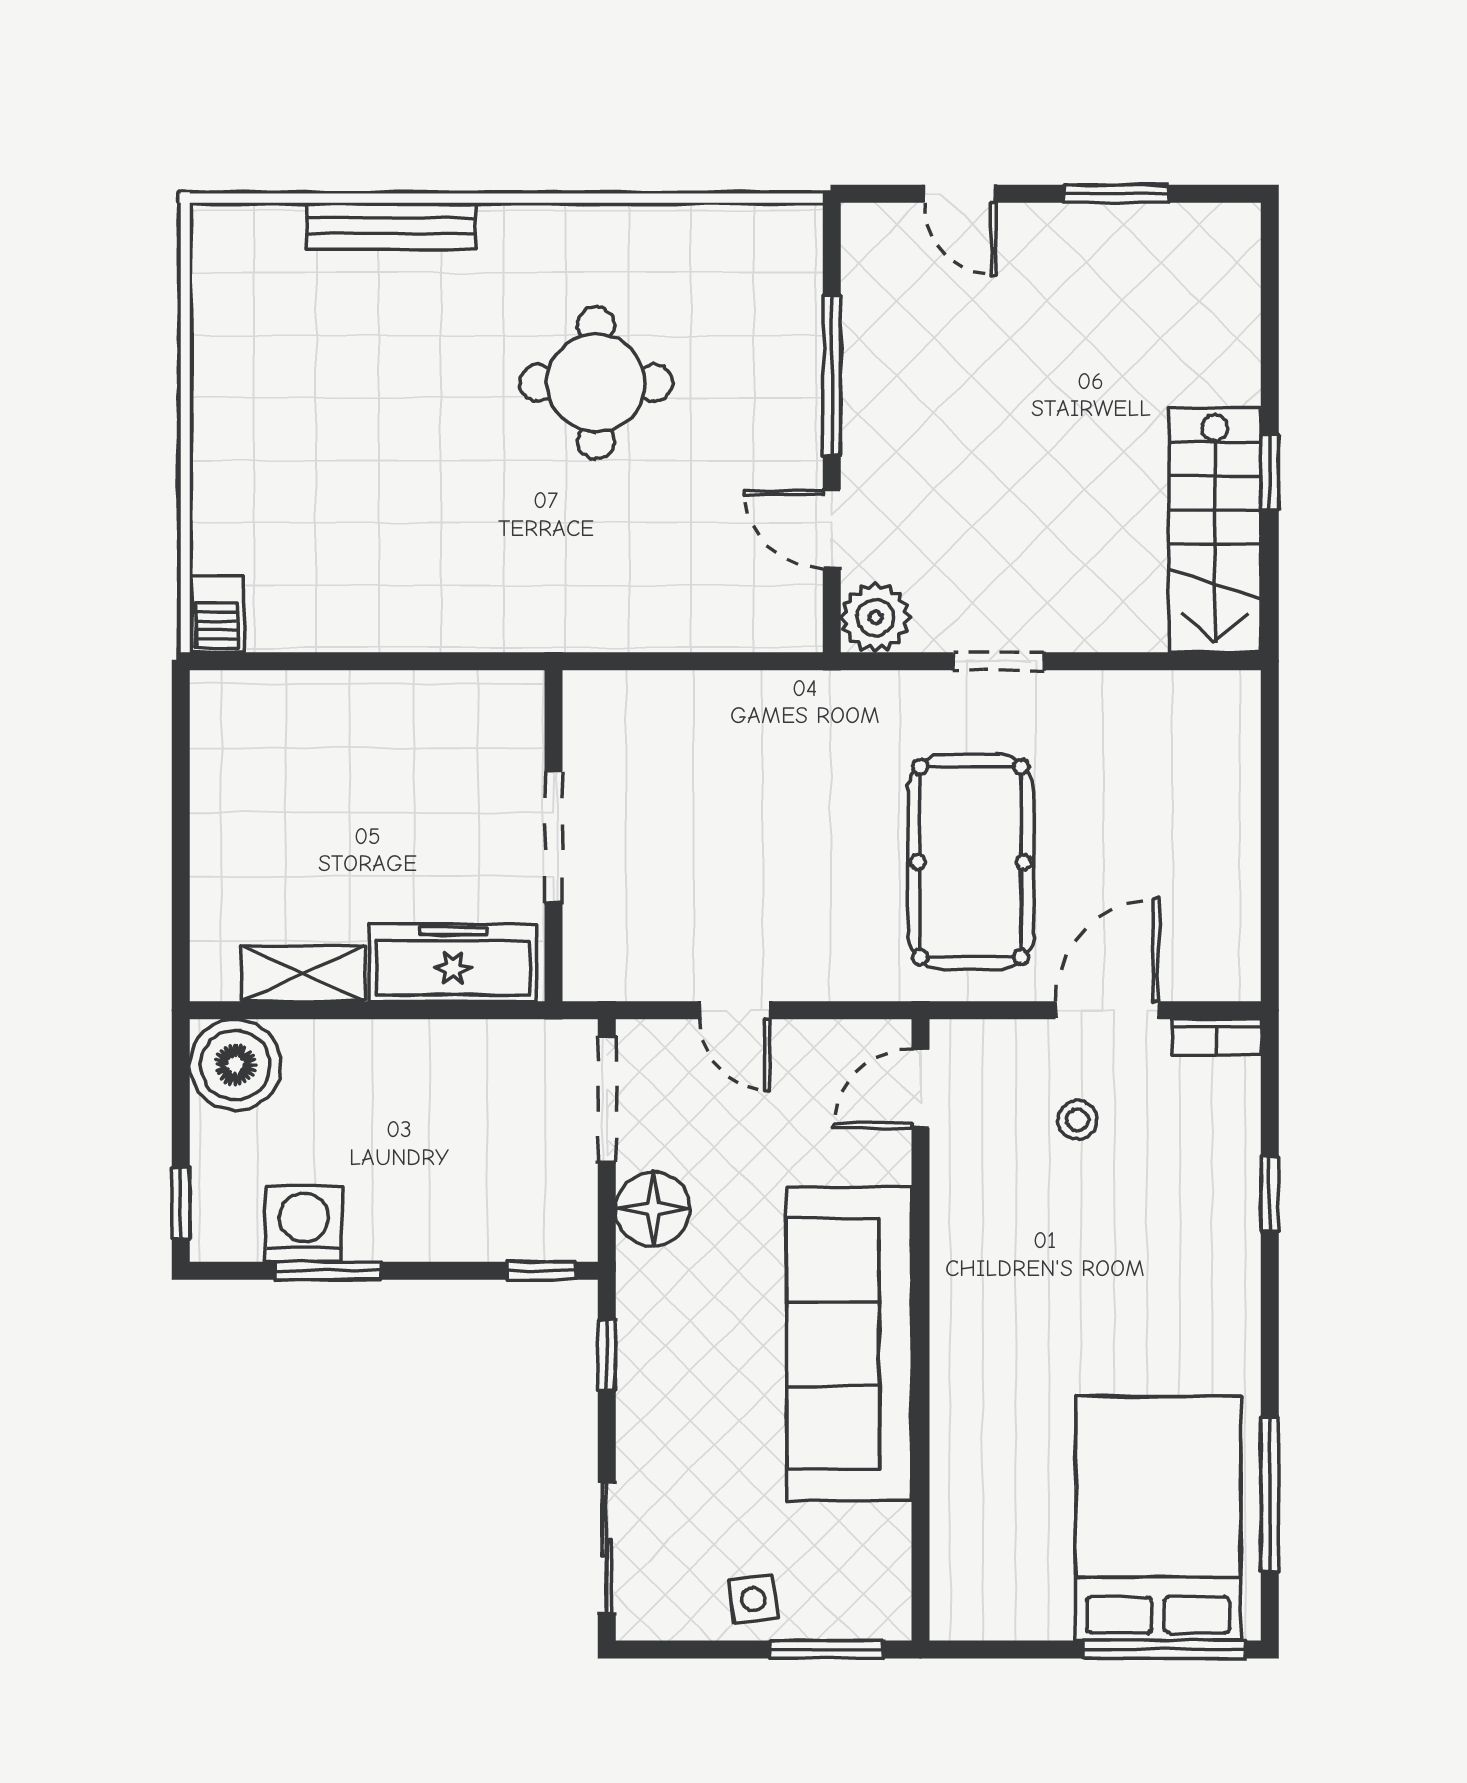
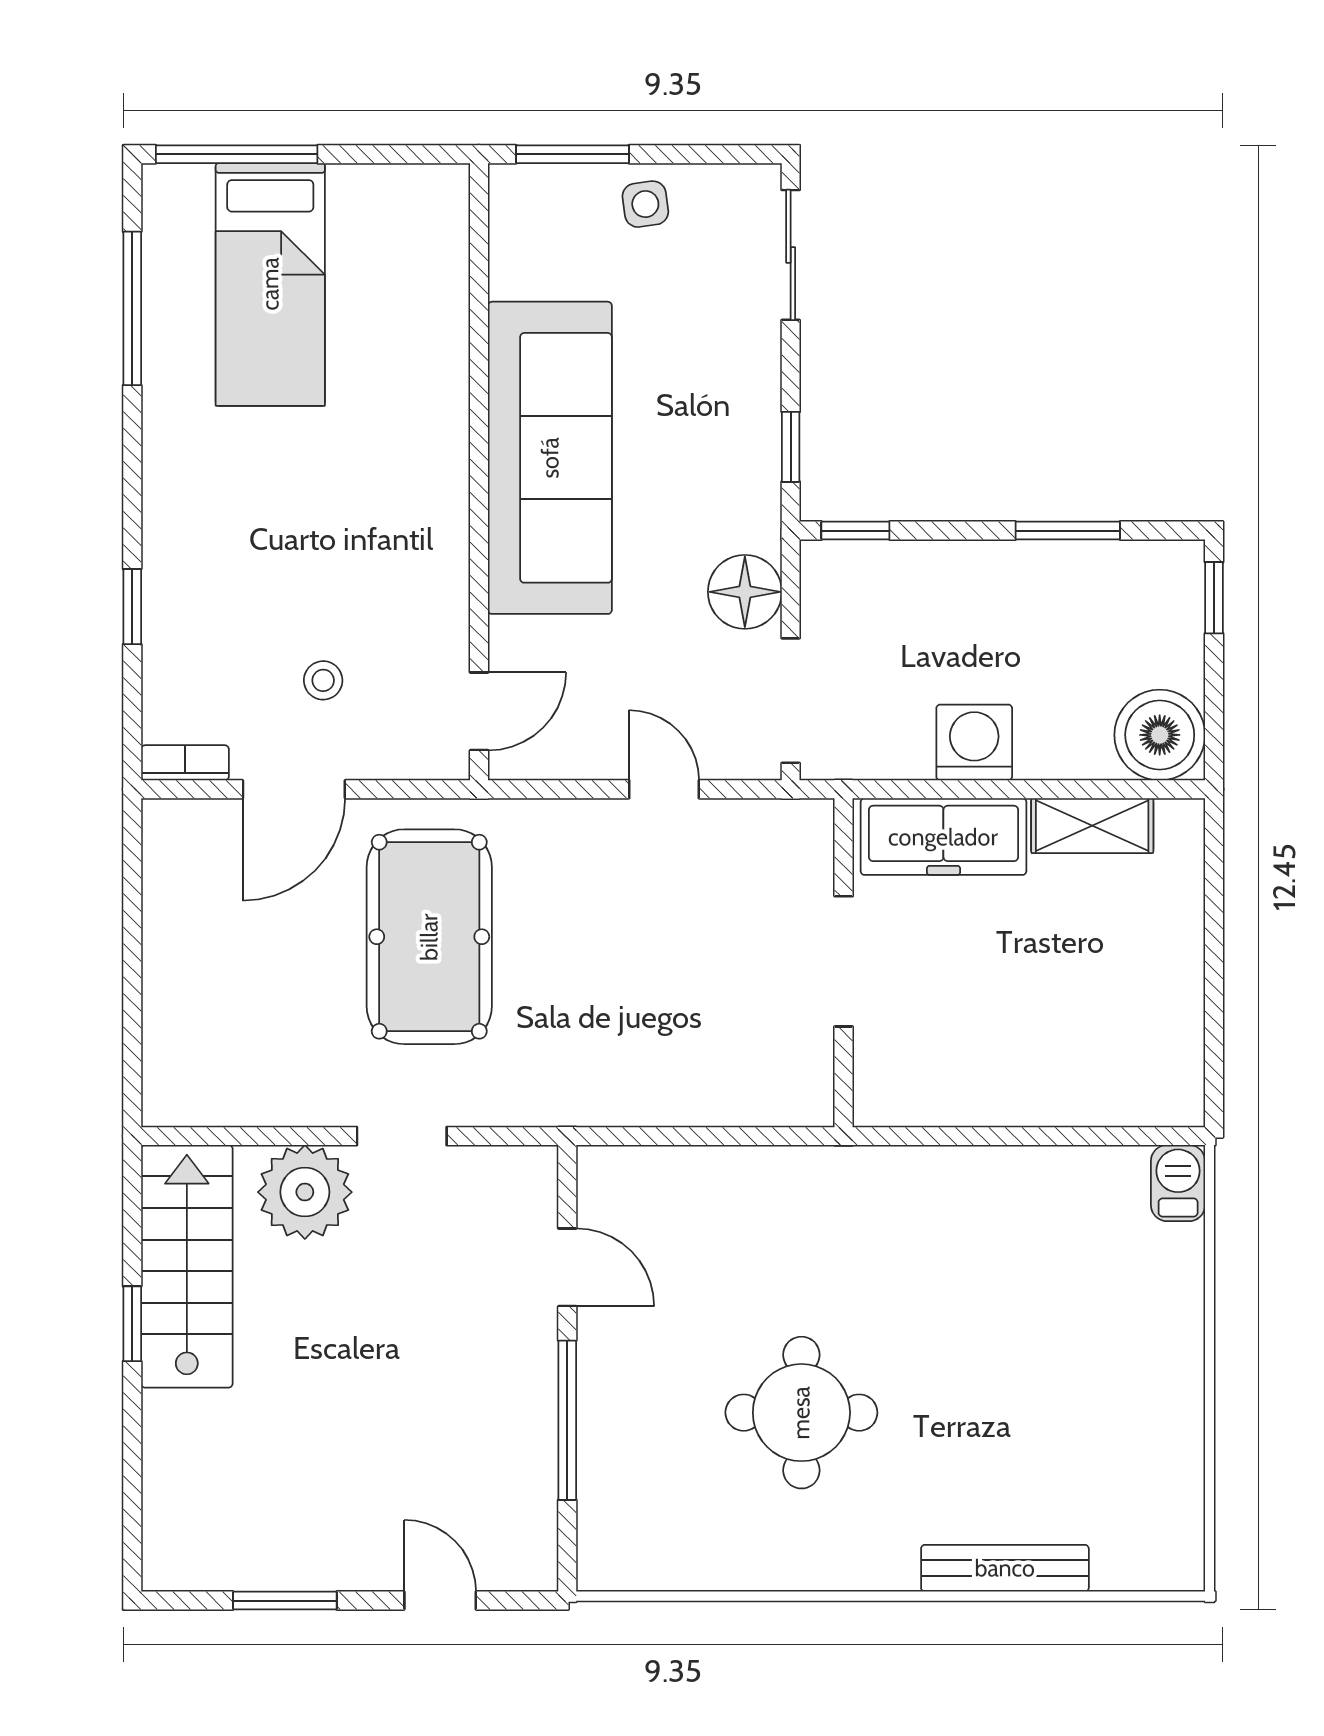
plant: (875, 618) -> (305, 1192), moved, width x1.36, depth x1.36
washing machine: (304, 1224) -> (974, 742), moved, turned 180
bed: (1158, 1518) -> (270, 284), width x0.67

